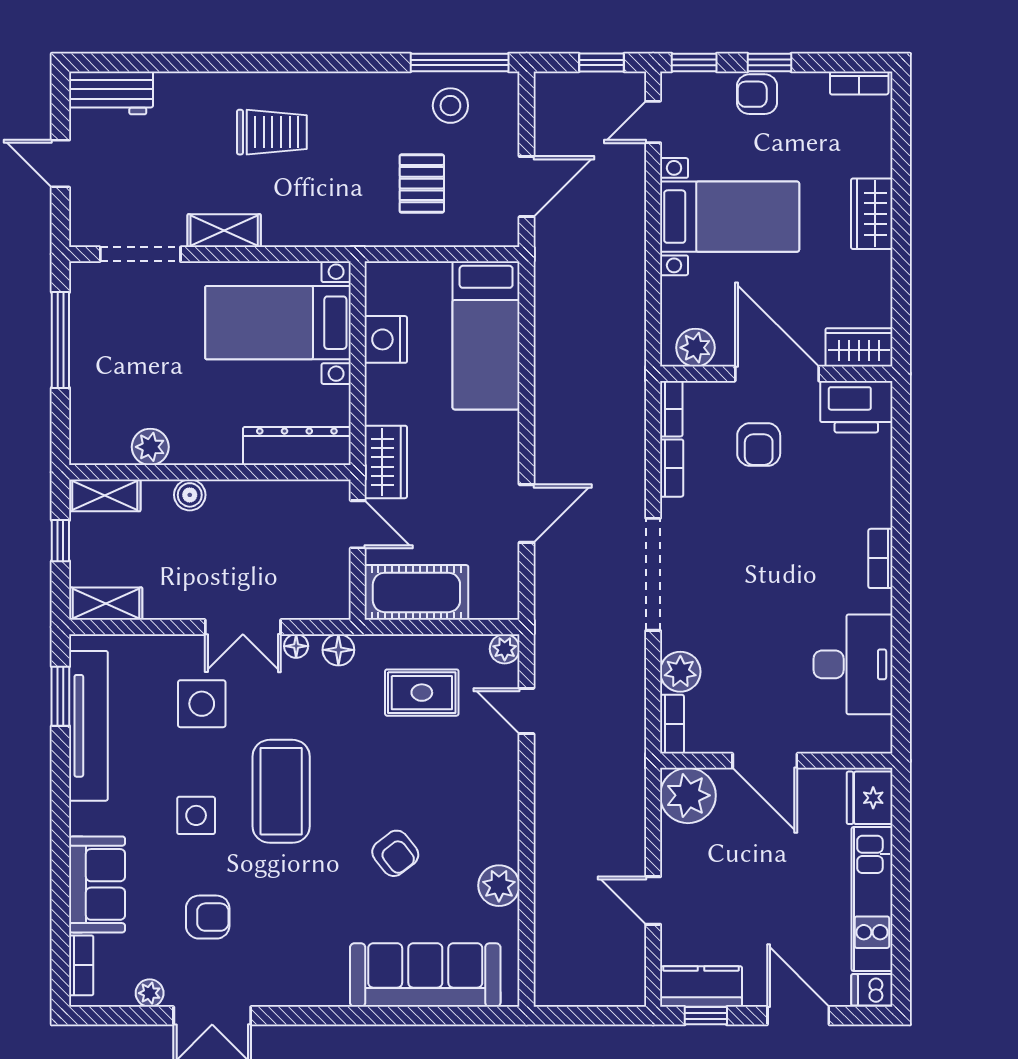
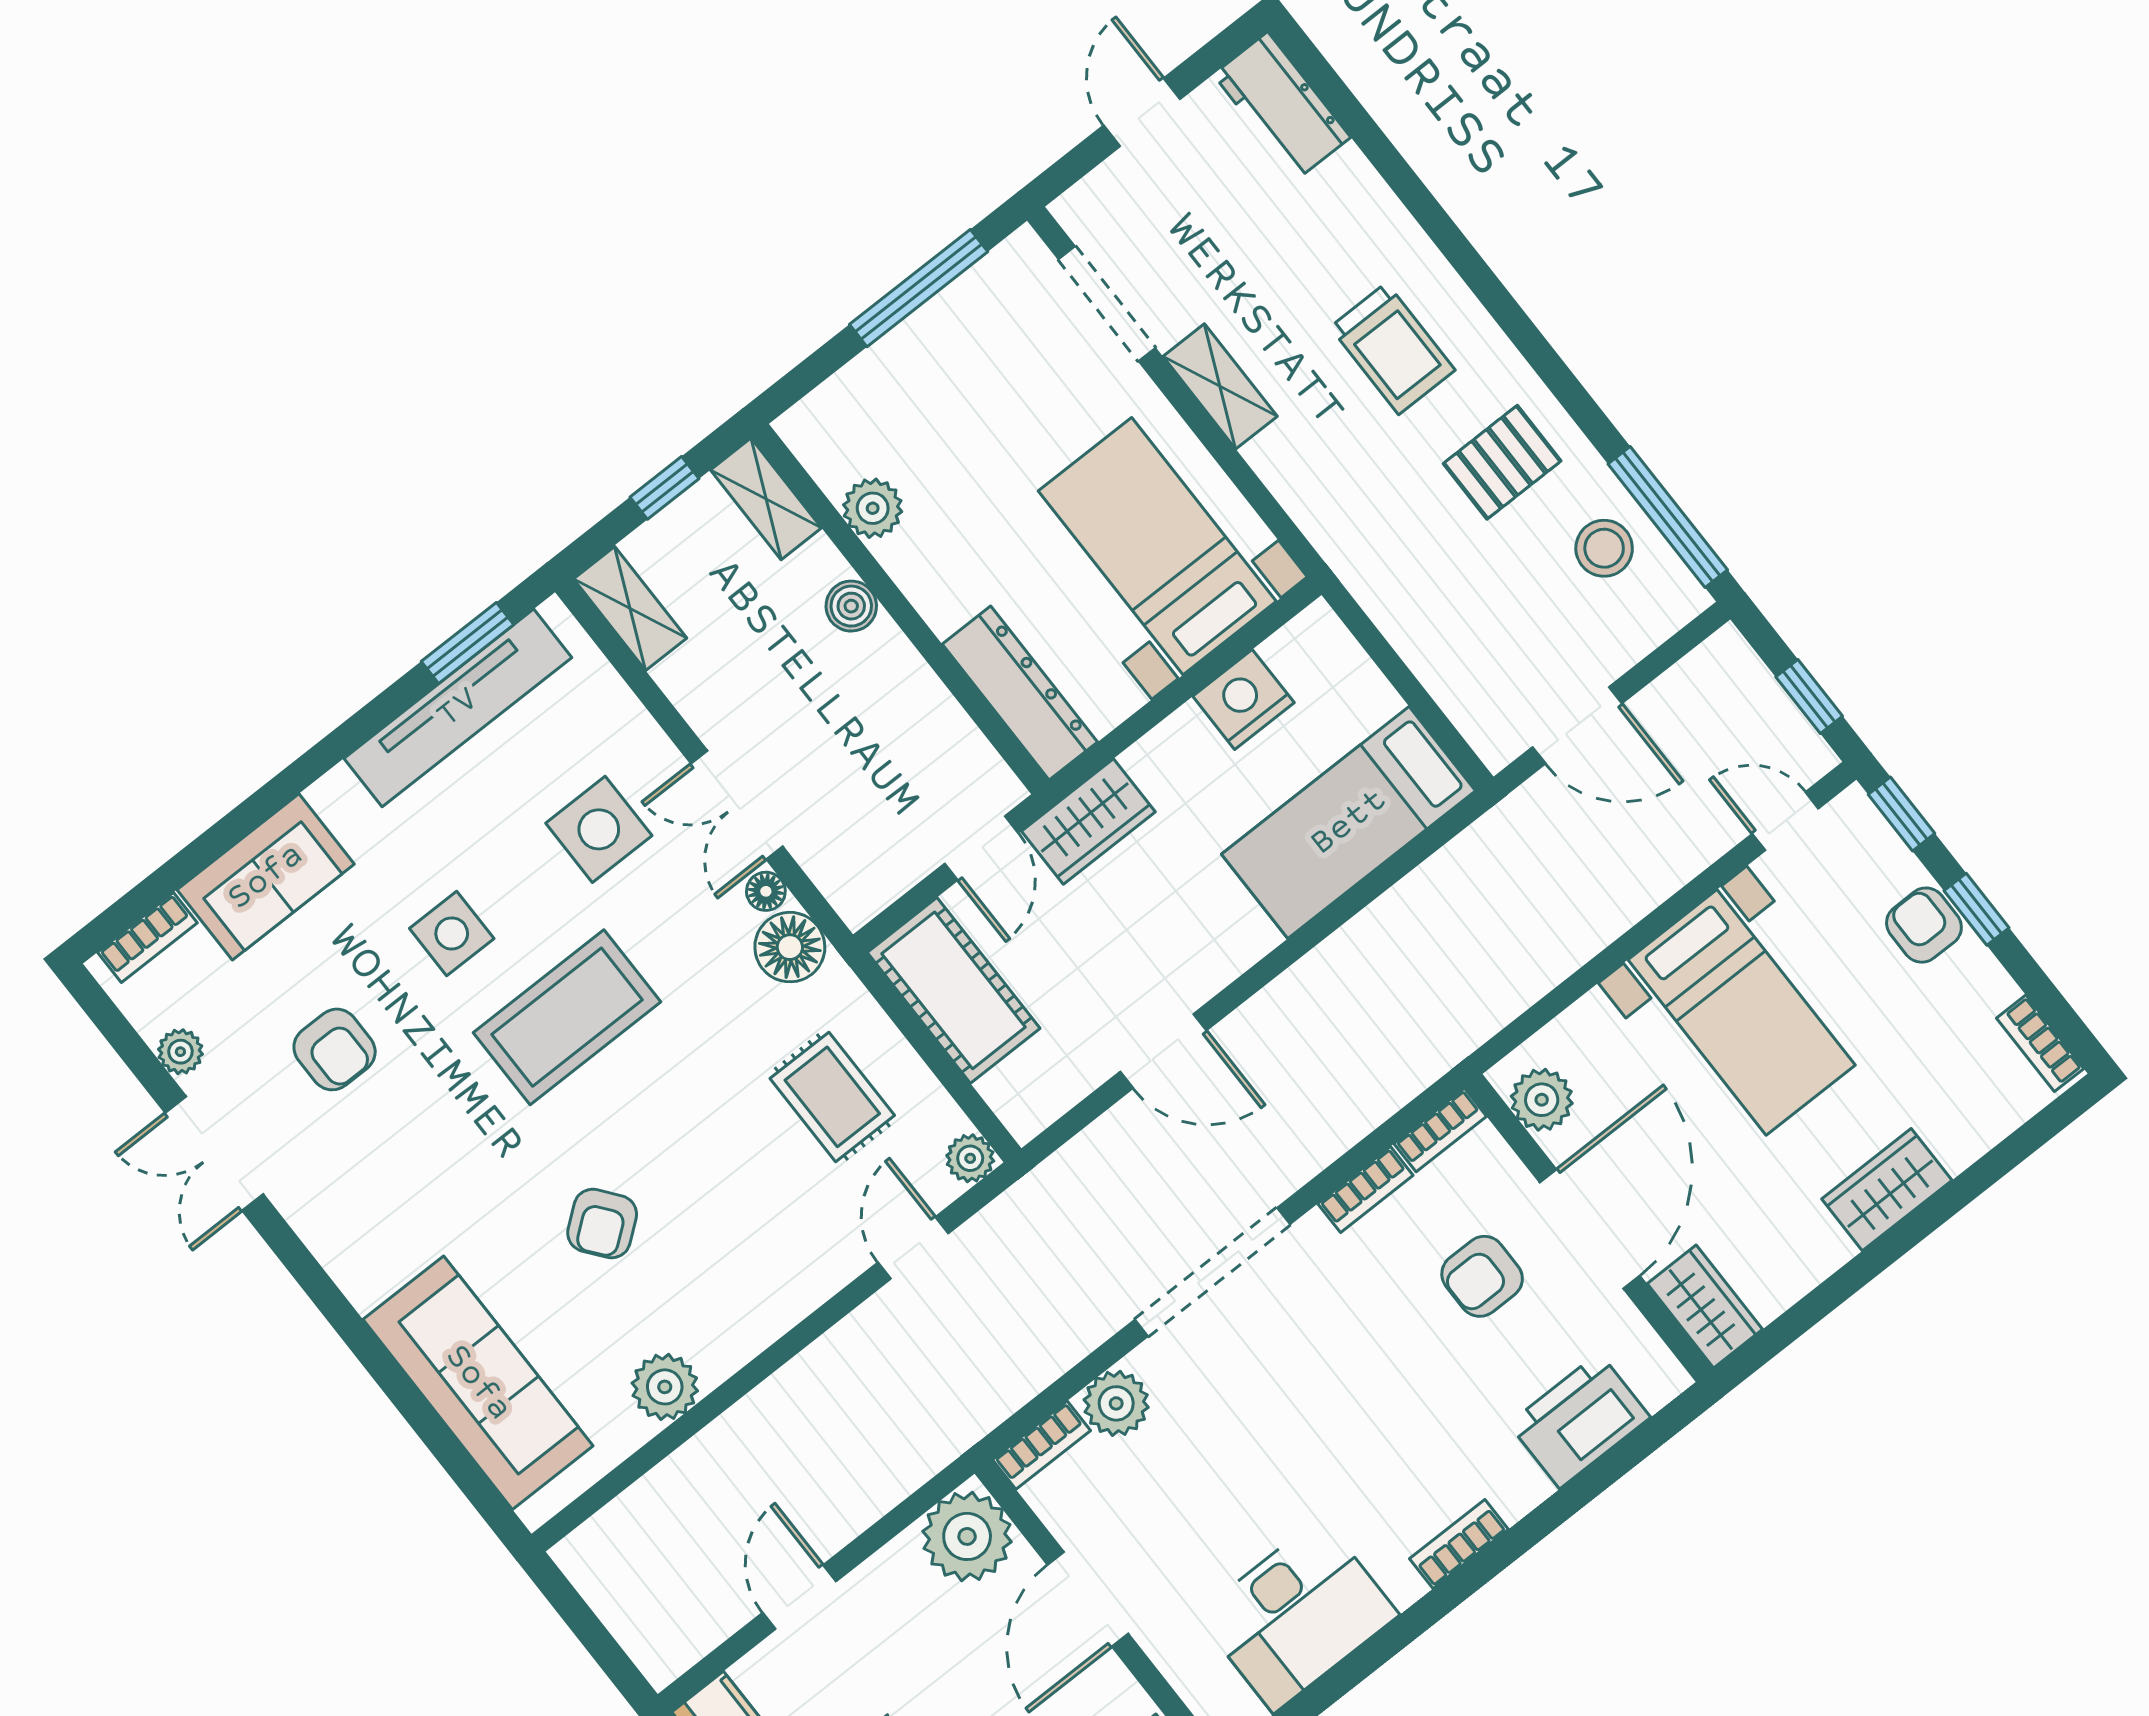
pallet: (422, 184) -> (1502, 462), moved
printer: (856, 407) -> (1579, 1421), moved, turned 90
floor lamp: (338, 650) -> (790, 947), width x1.38, depth x1.38

